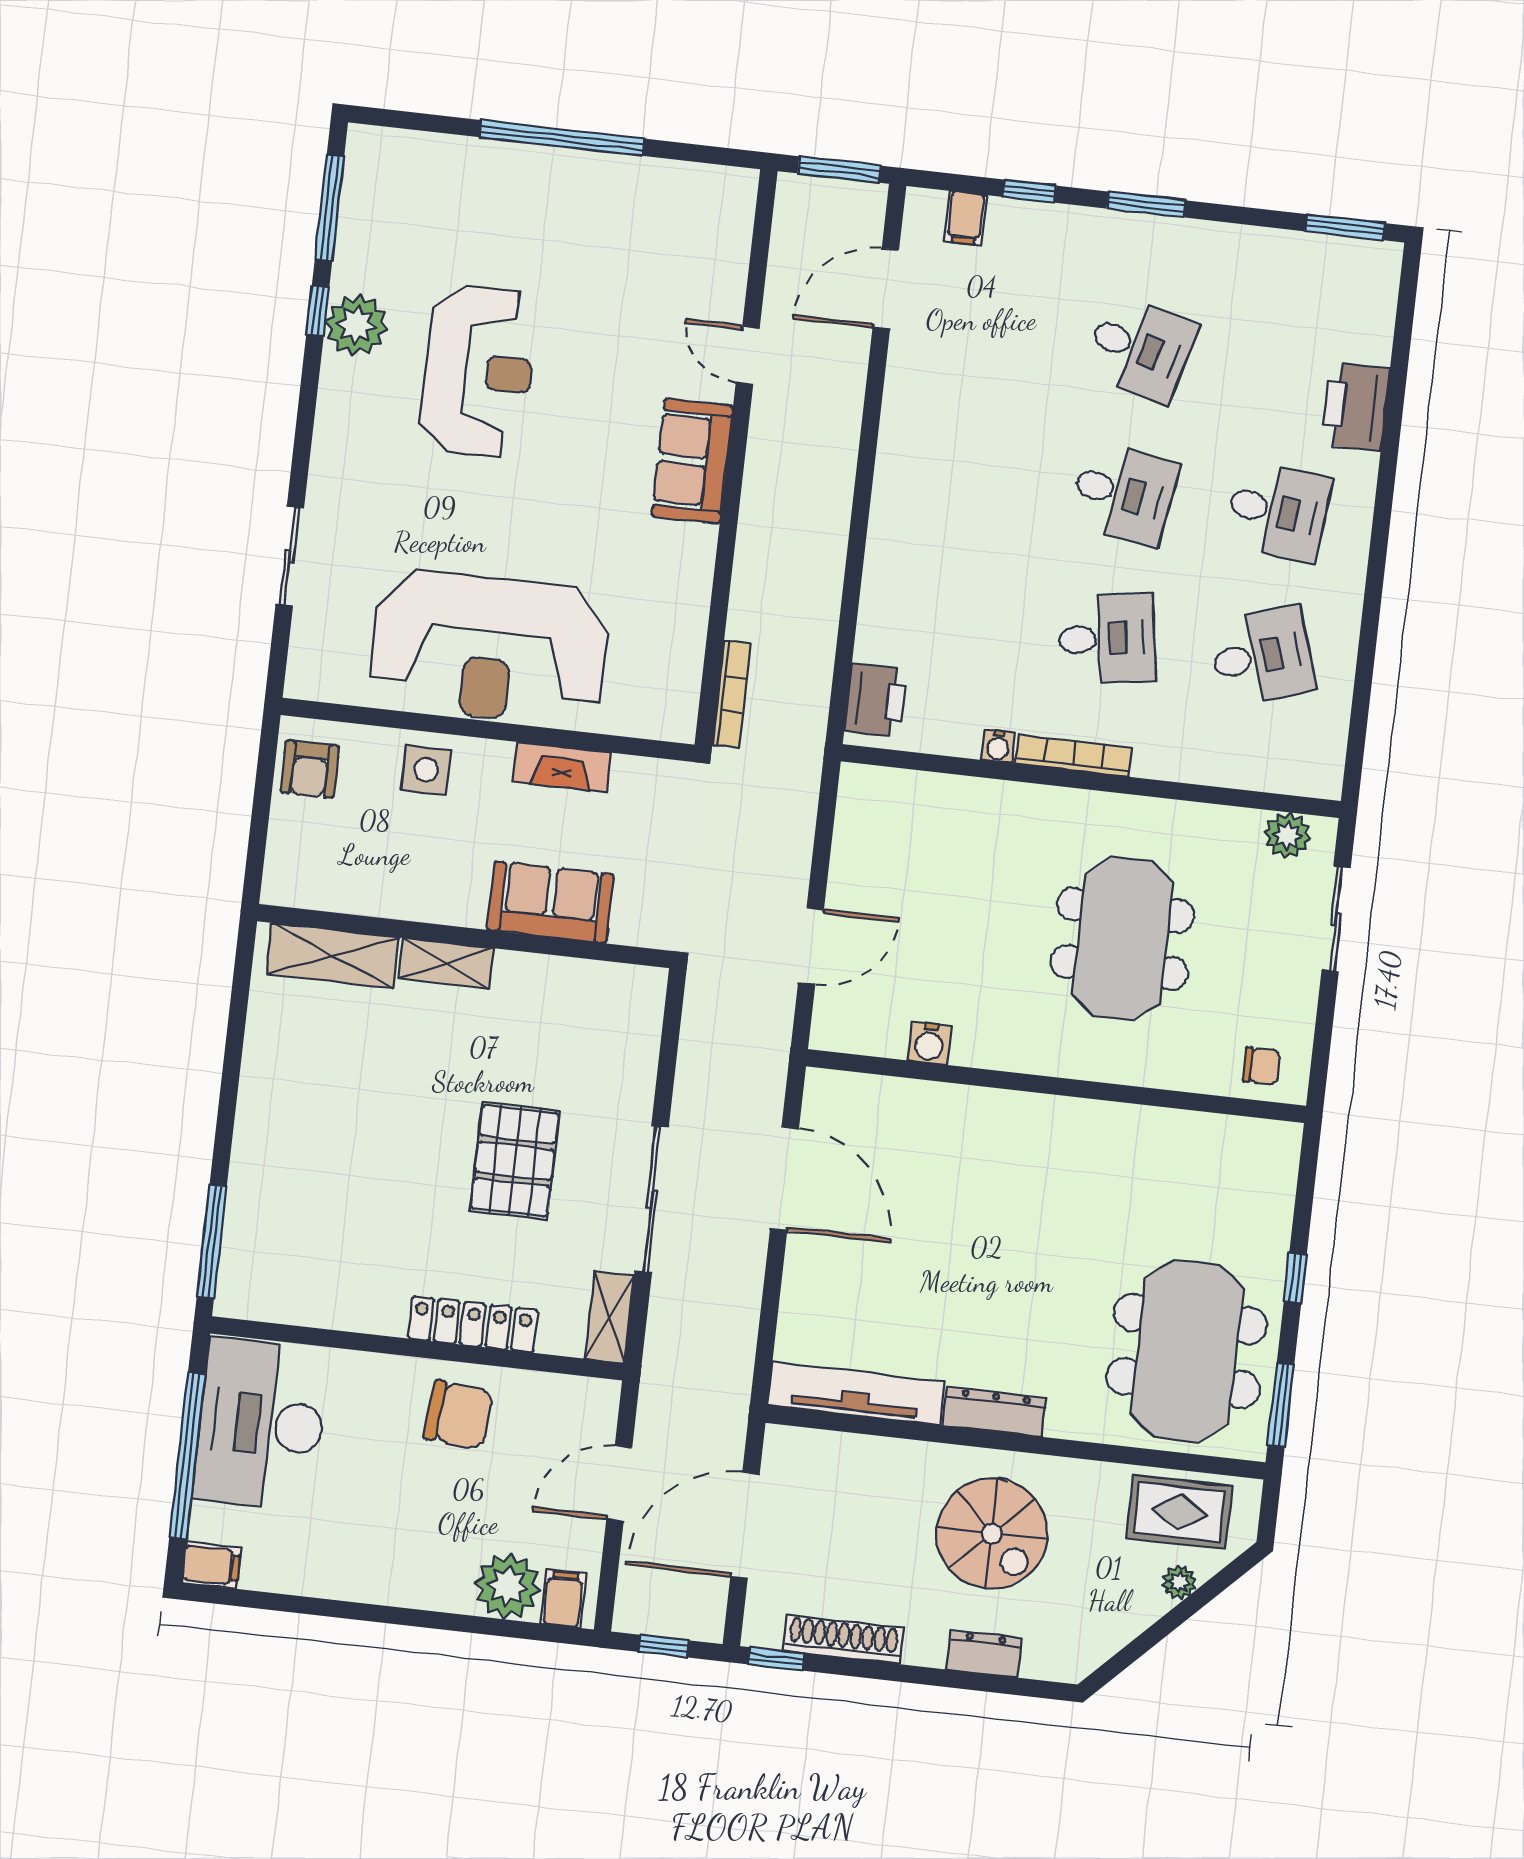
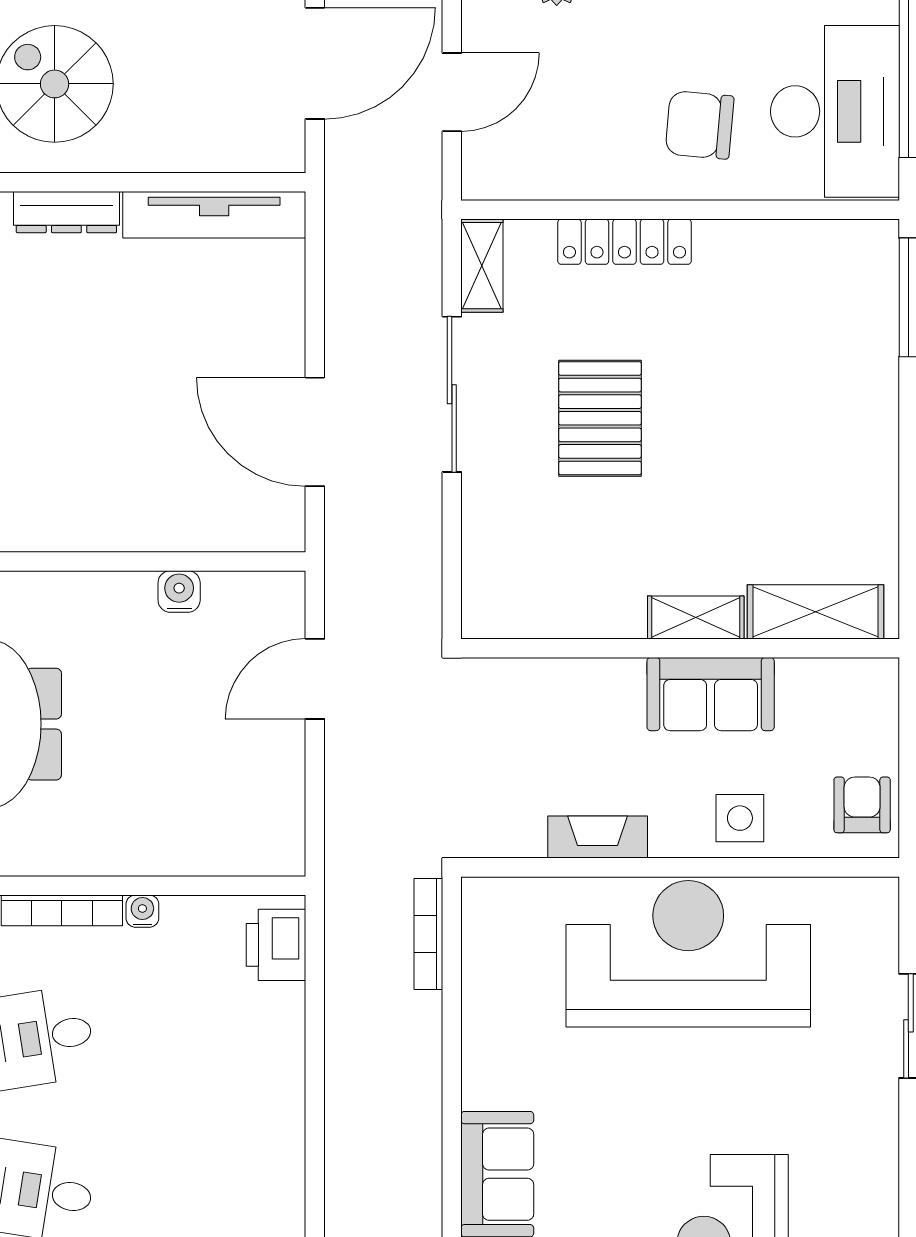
sofa: (550, 902) -> (711, 694), moved
chair: (458, 1415) -> (700, 125), moved

